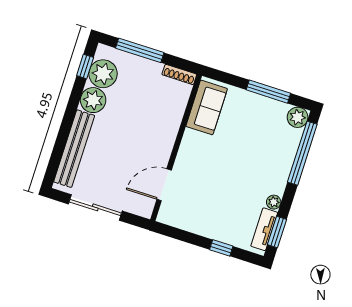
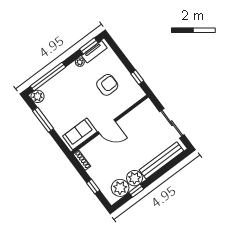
window: (140, 50) -> (93, 187), width x0.46
window: (85, 66) -> (136, 191), moved
door: (164, 185) -> (107, 127), moved
armchair: (216, 198) -> (107, 85), added
window: (221, 248) -> (137, 77), moved

